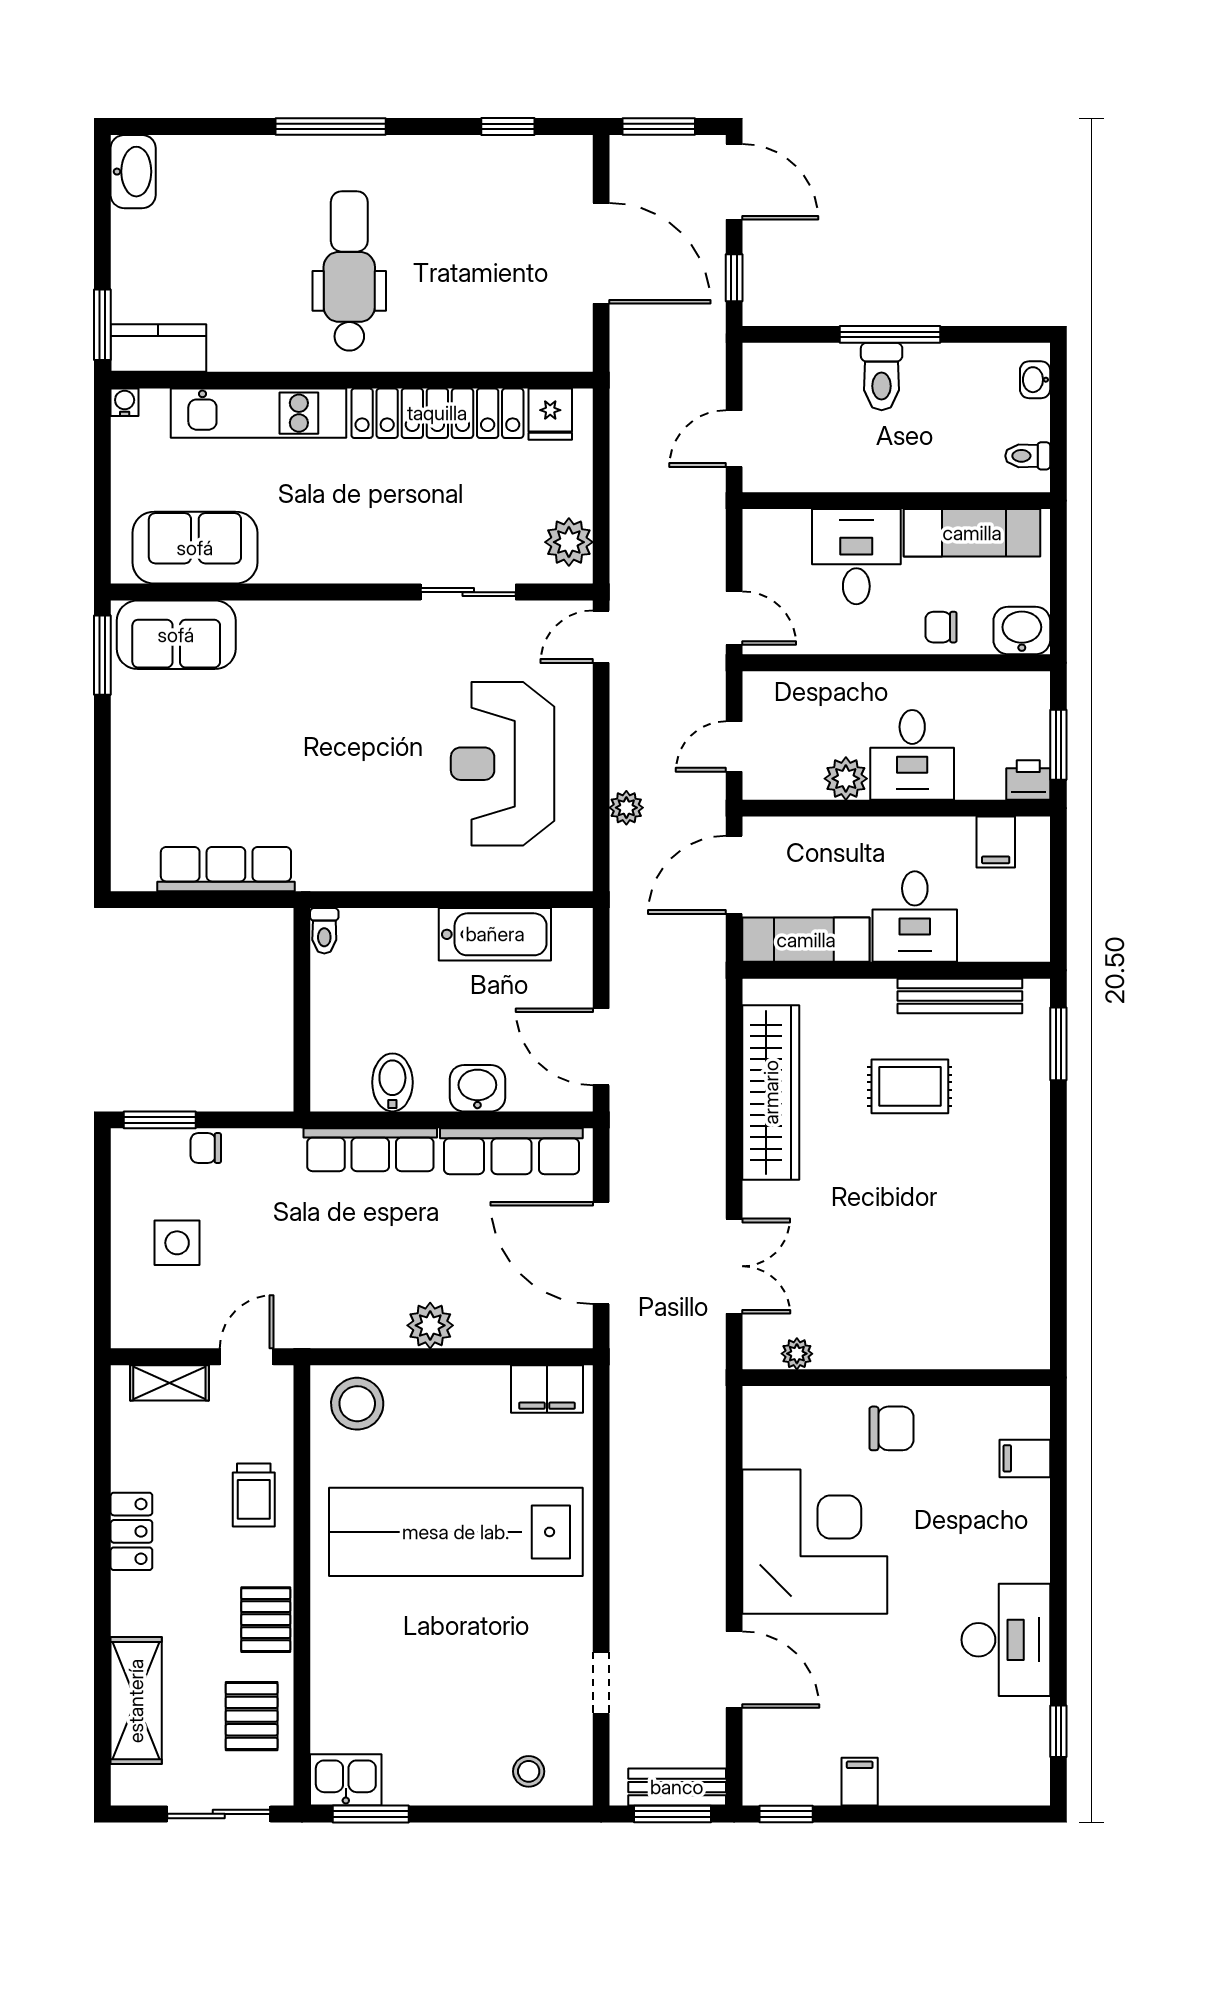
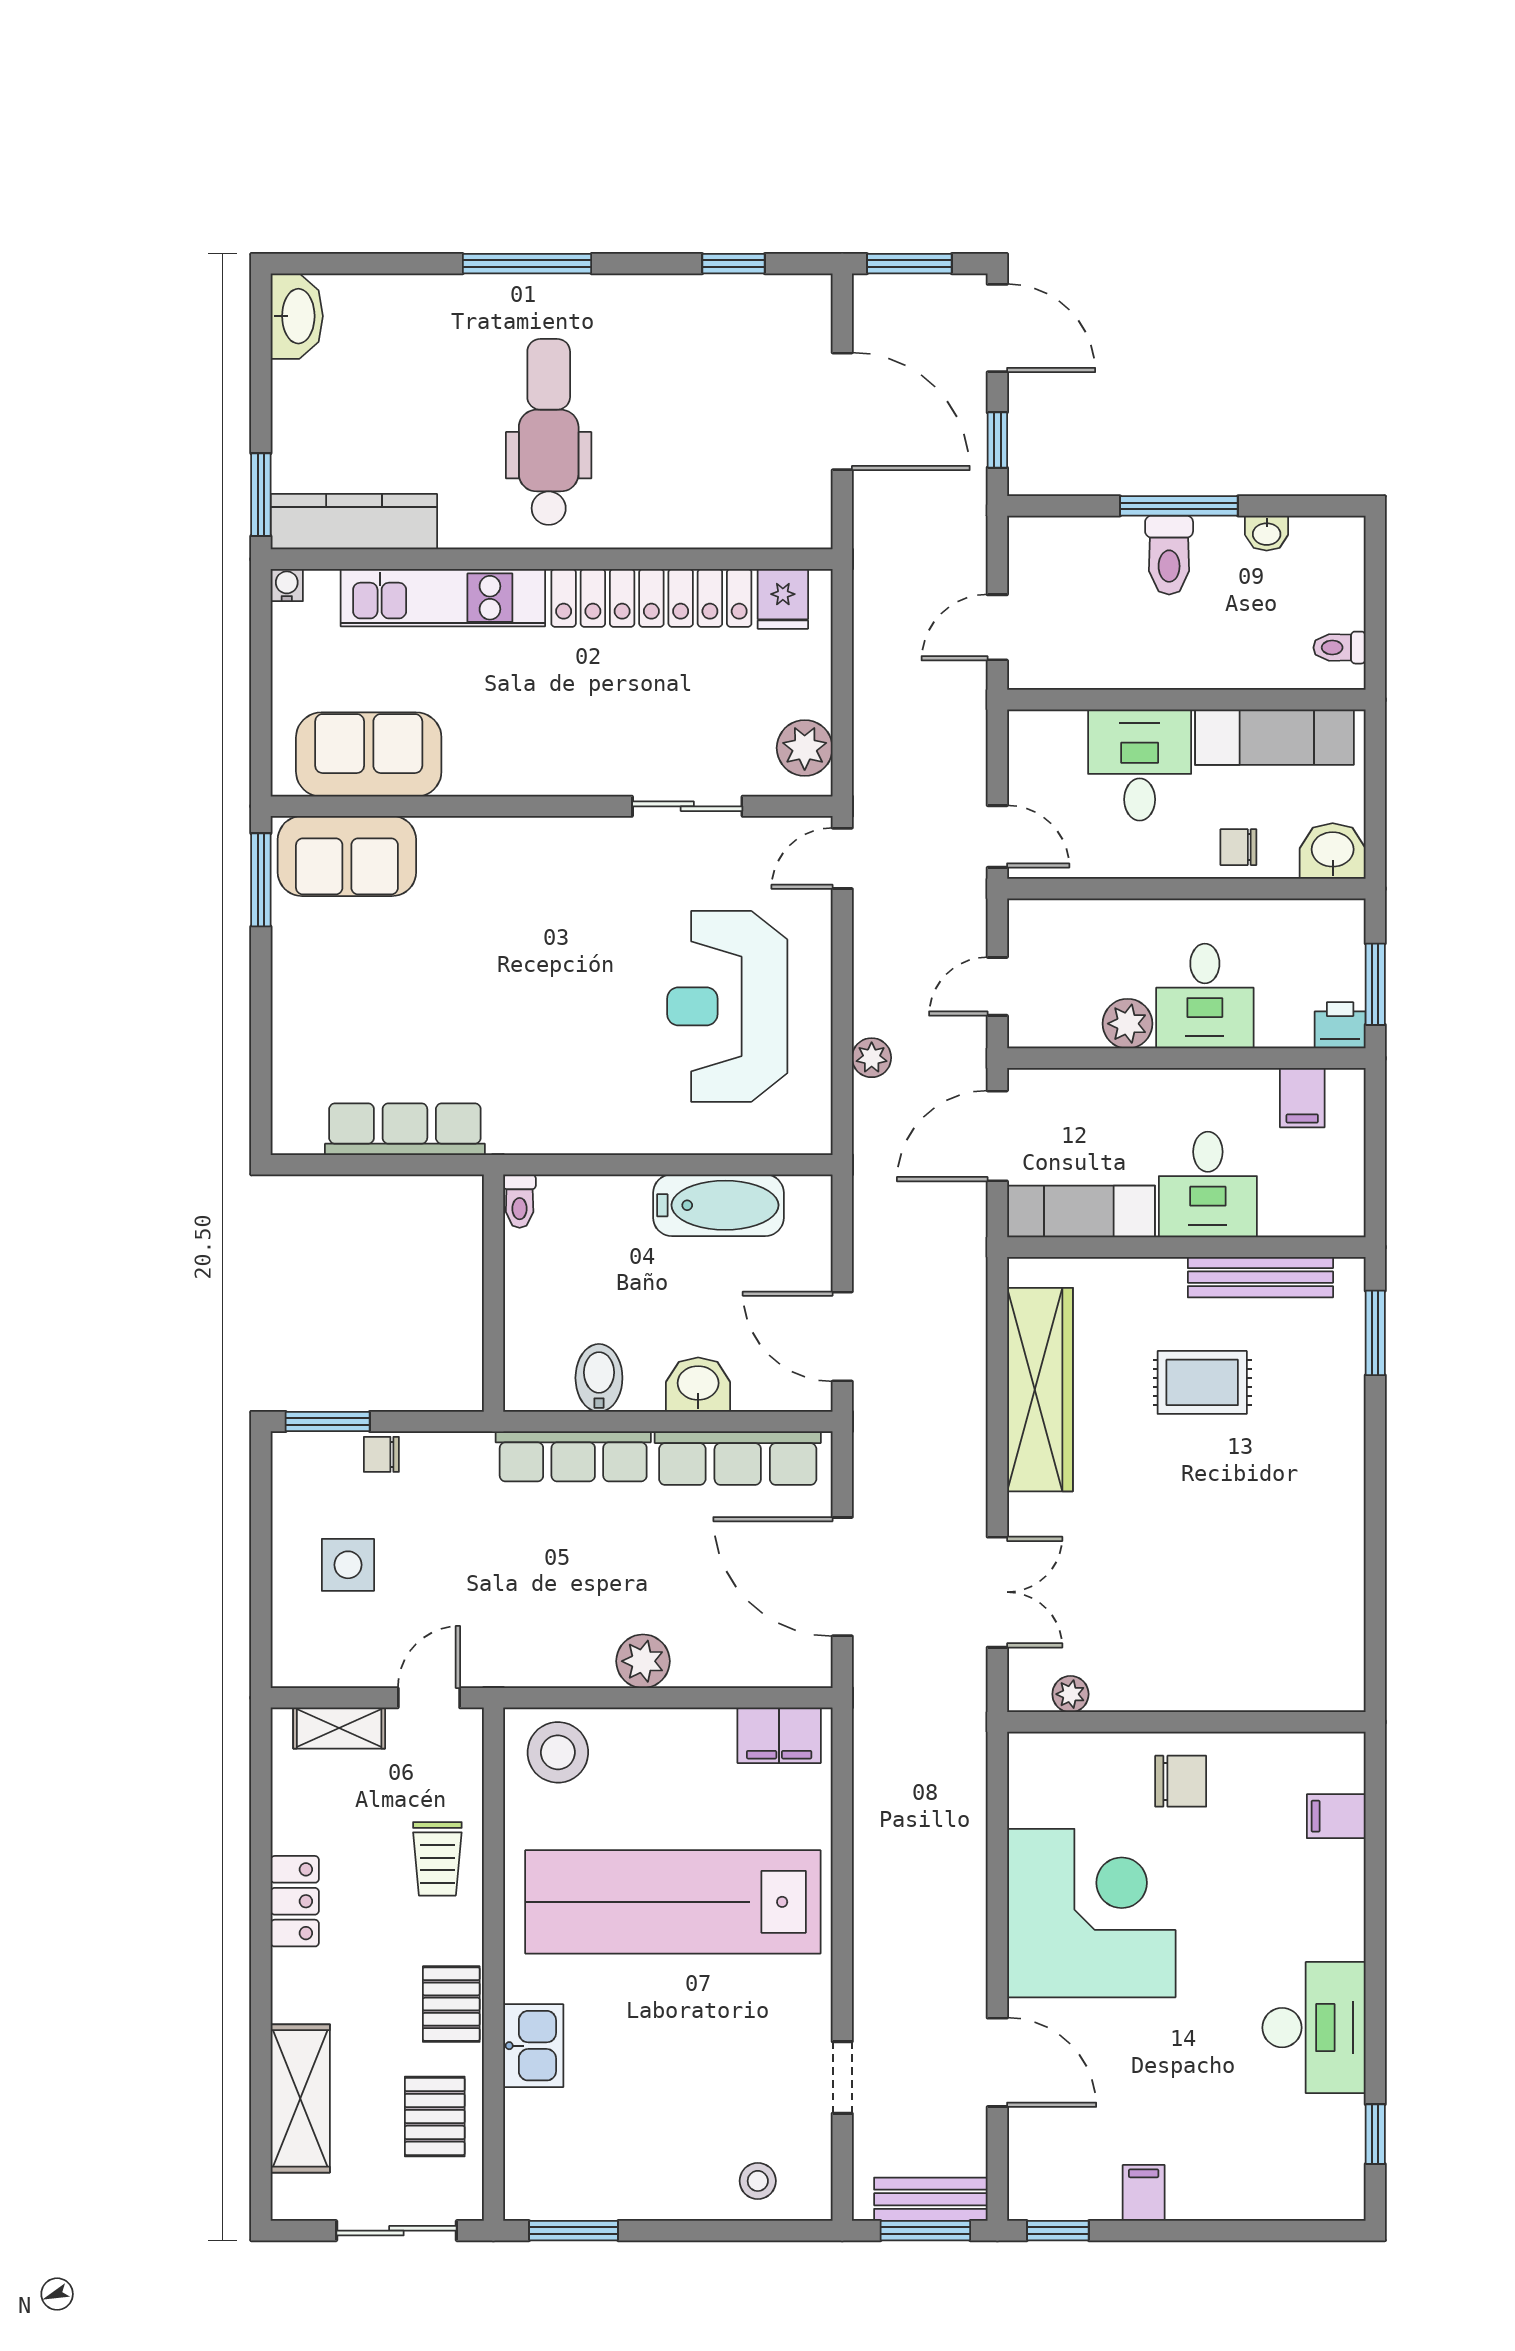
kitchen counter: (158, 348) -> (354, 522), width x1.50
washbasin: (1035, 380) -> (1267, 533), moved, turned -90
kitchen sink: (346, 1780) -> (533, 2046), moved, turned 90

